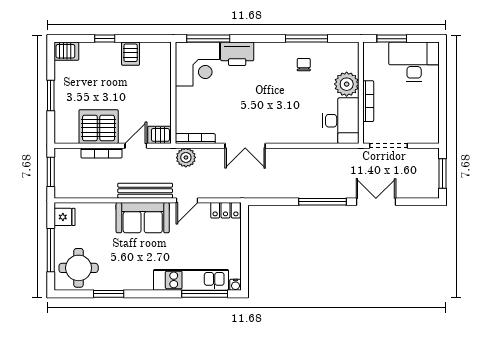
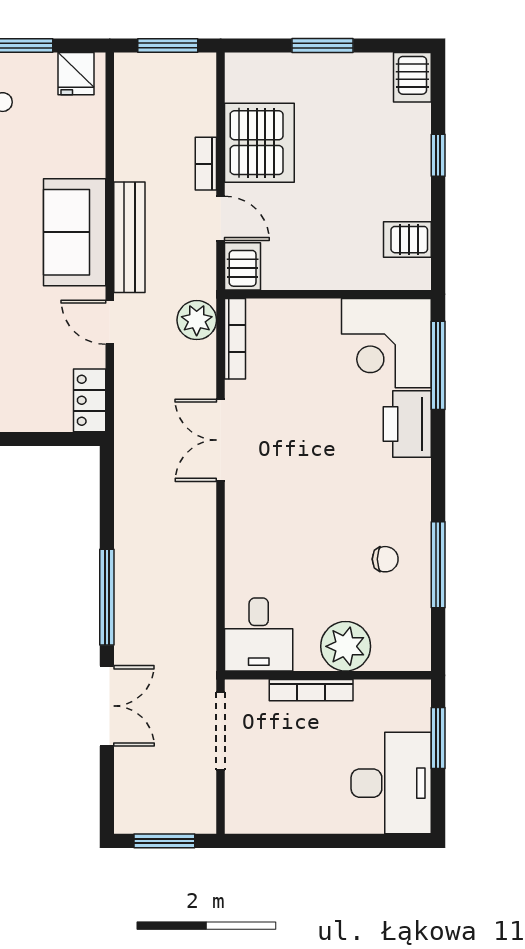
server rack: (131, 54) -> (407, 240), moved
desk: (341, 121) -> (259, 635), width x0.73
bookcase: (102, 153) -> (206, 164), width x0.64

